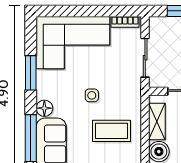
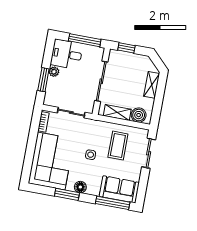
floor lamp: (44, 108) -> (80, 187), moved

